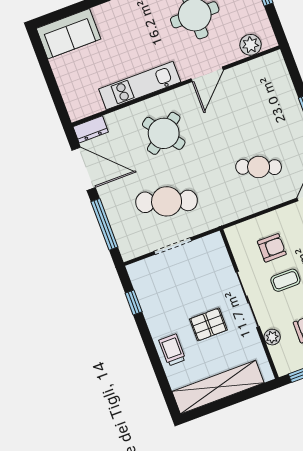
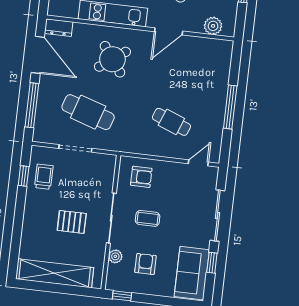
armchair: (272, 248) -> (141, 177), moved
trolley: (172, 350) -> (44, 177), moved

